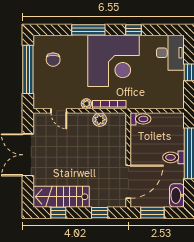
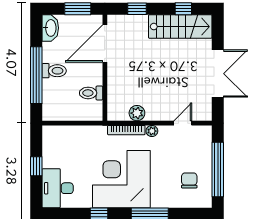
door: (59, 111) -> (183, 123), hinge flipped
toilet: (141, 119) -> (91, 93), moved

